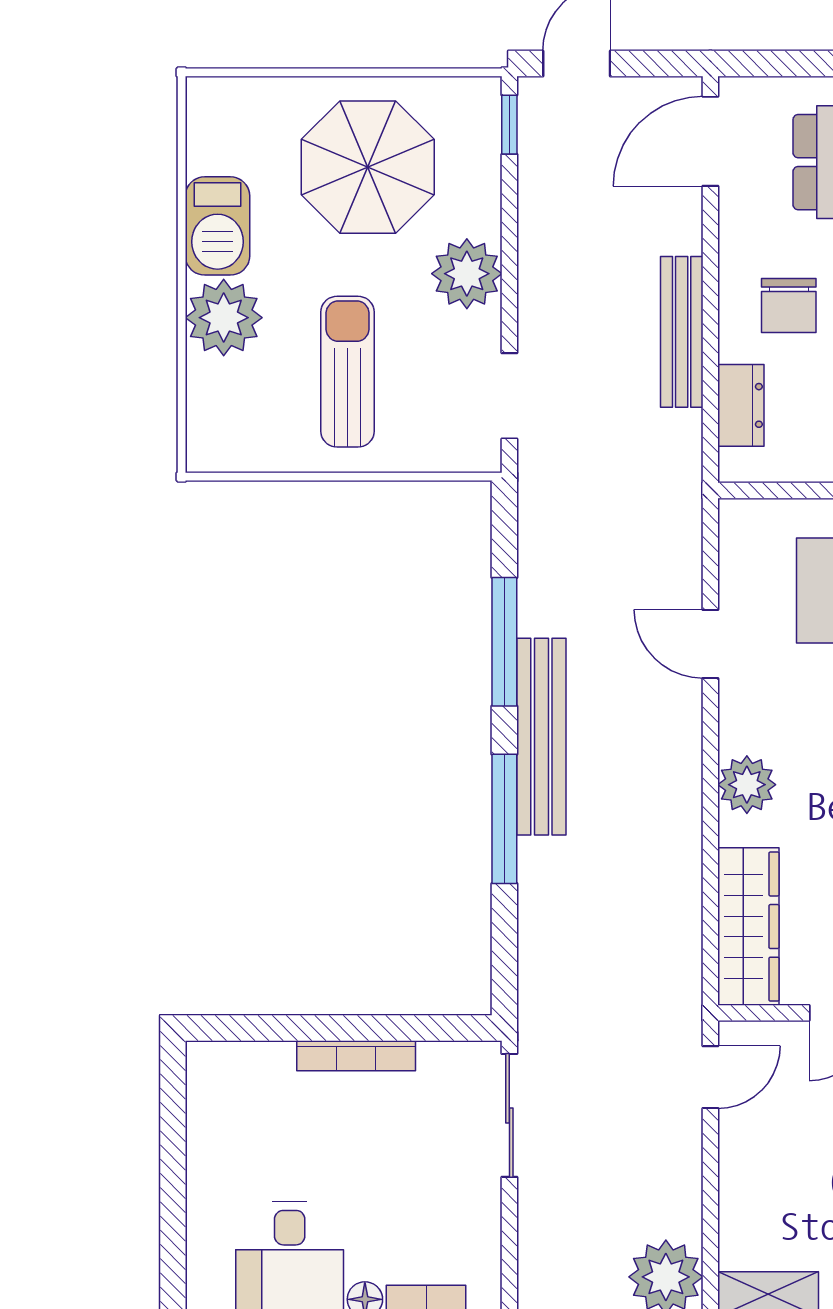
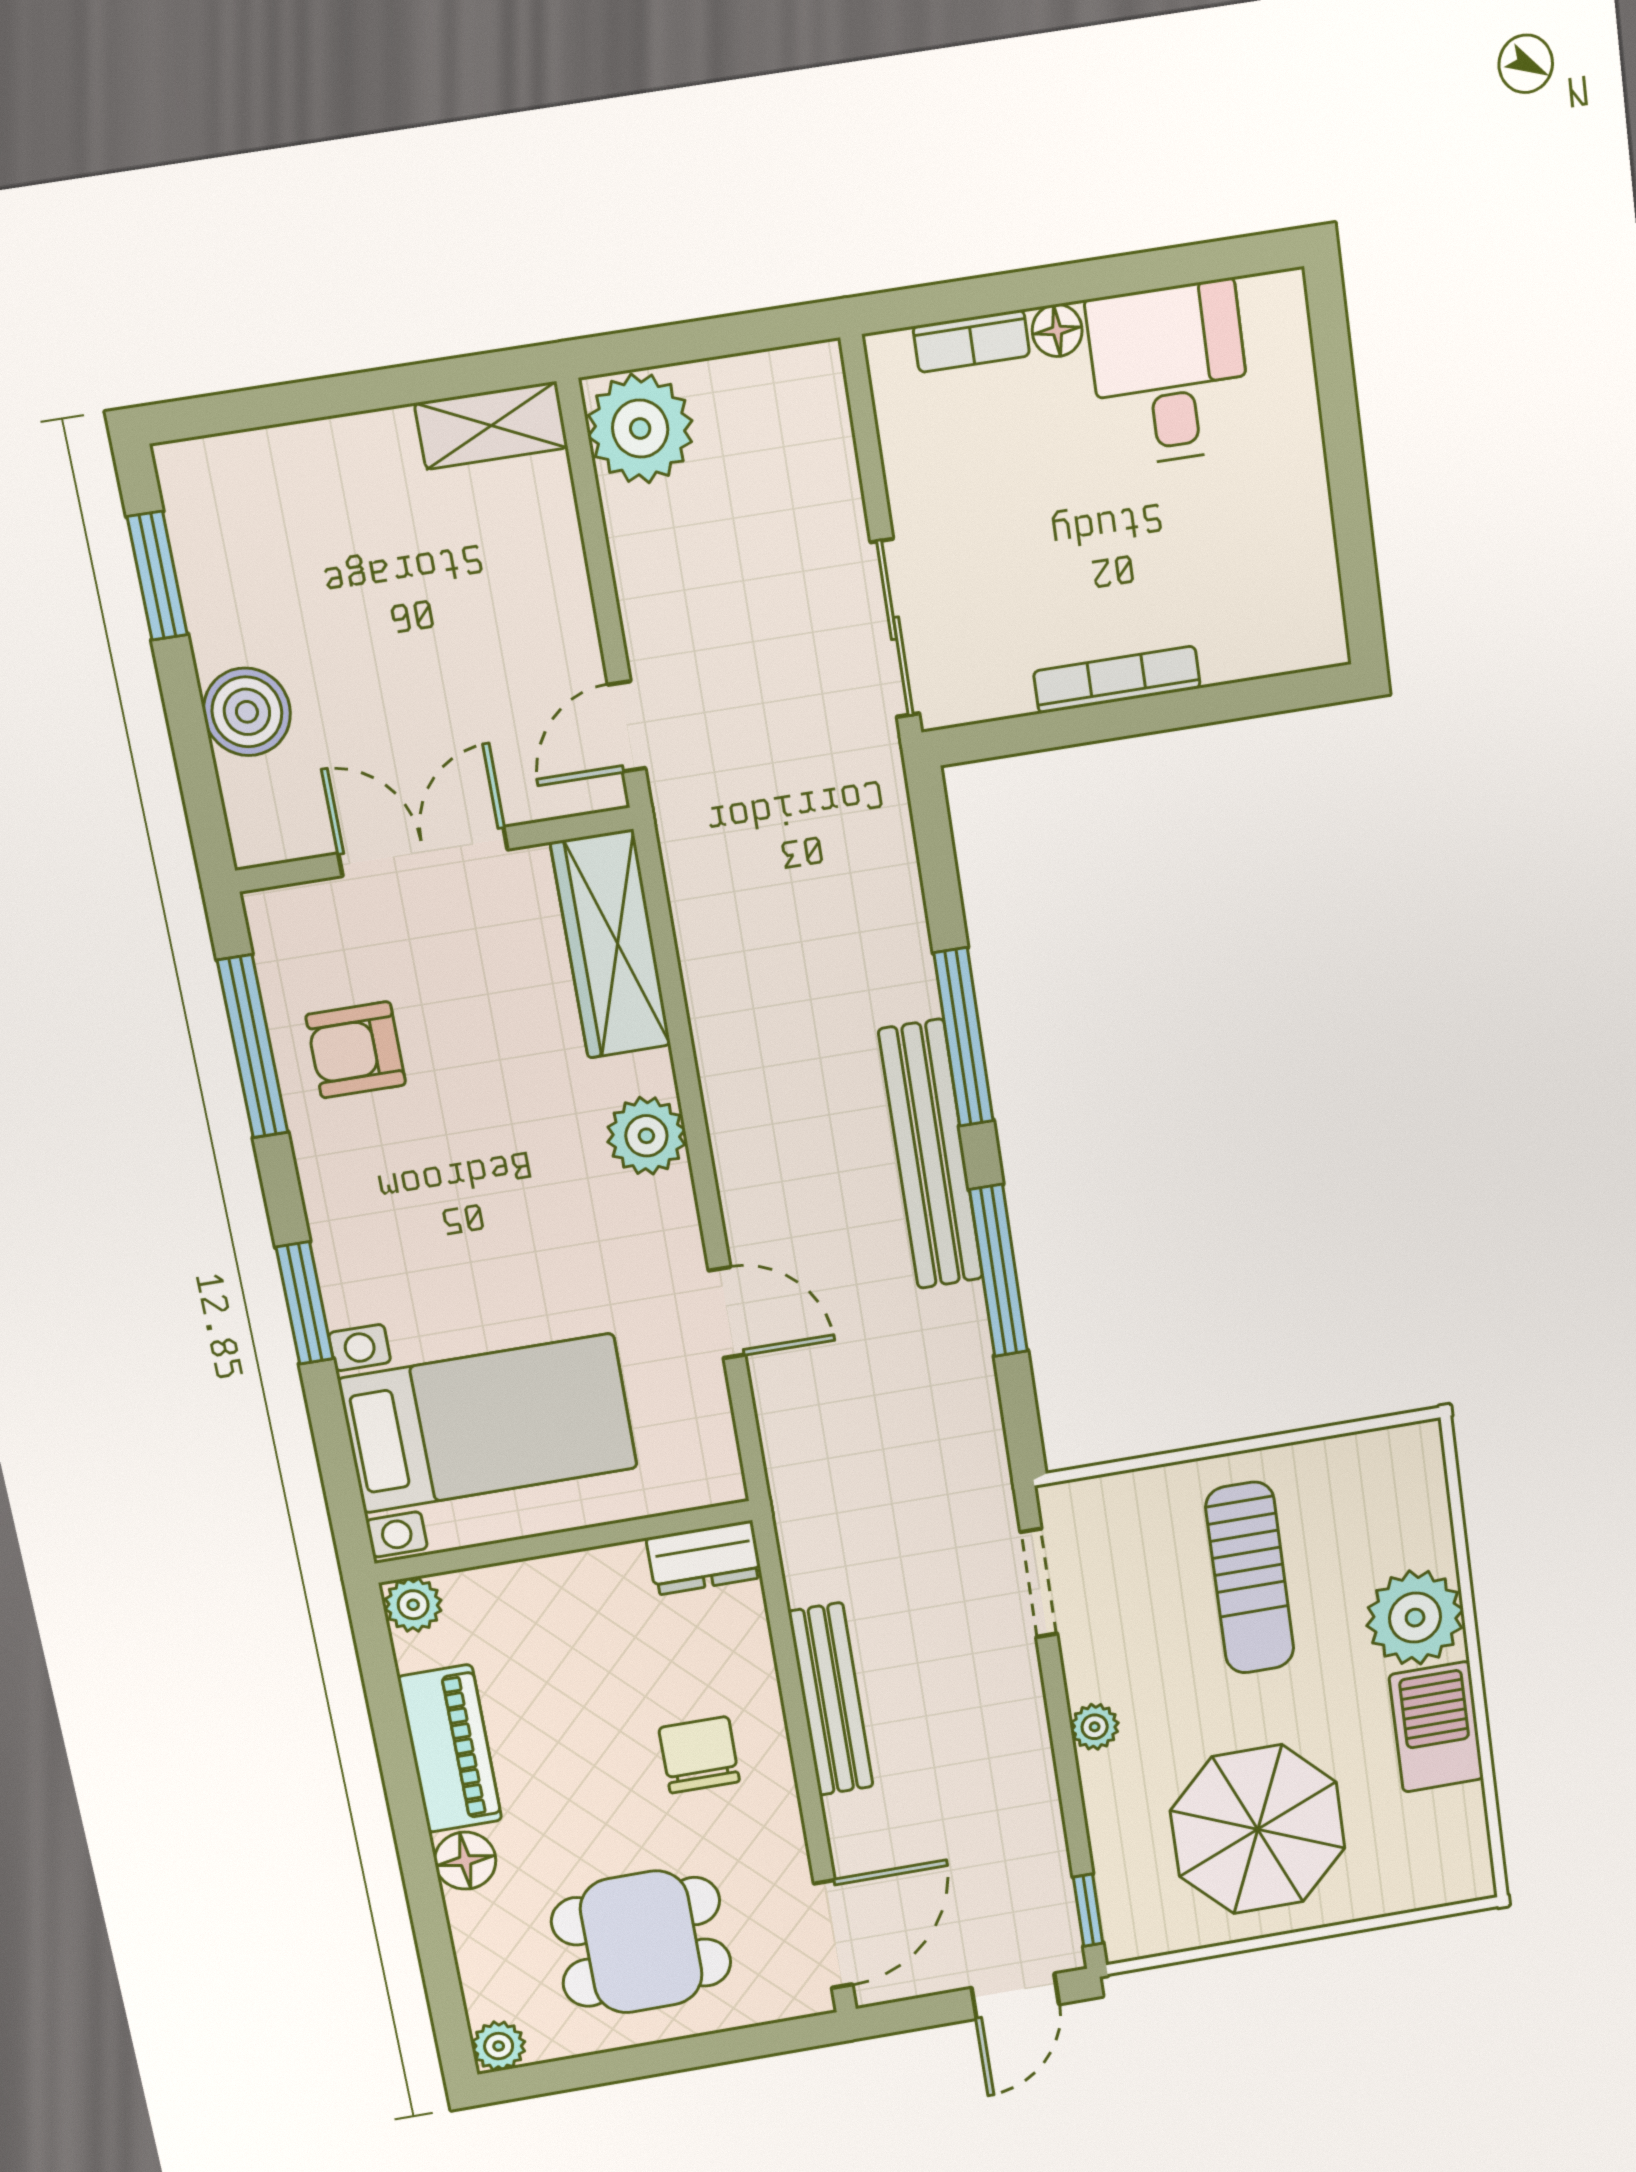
plant: (467, 274) -> (1095, 1727), width x0.53, depth x0.53
dresser: (741, 405) -> (704, 1558), moved, turned -90

